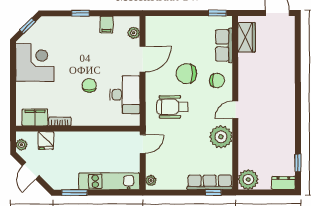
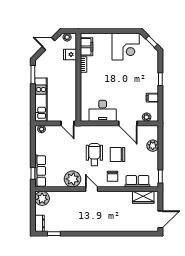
plant: (174, 24) -> (153, 146), added
chair: (186, 74) -> (117, 154), turned -90
chair: (89, 85) -> (109, 85), removed
wheelchair: (172, 107) -> (94, 155), moved

